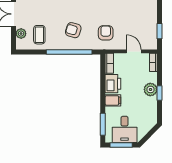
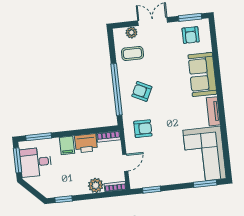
armchair: (73, 30) -> (142, 91), turned -80
plant: (150, 89) -> (96, 185), moved
window: (160, 93) -> (64, 199), moved

